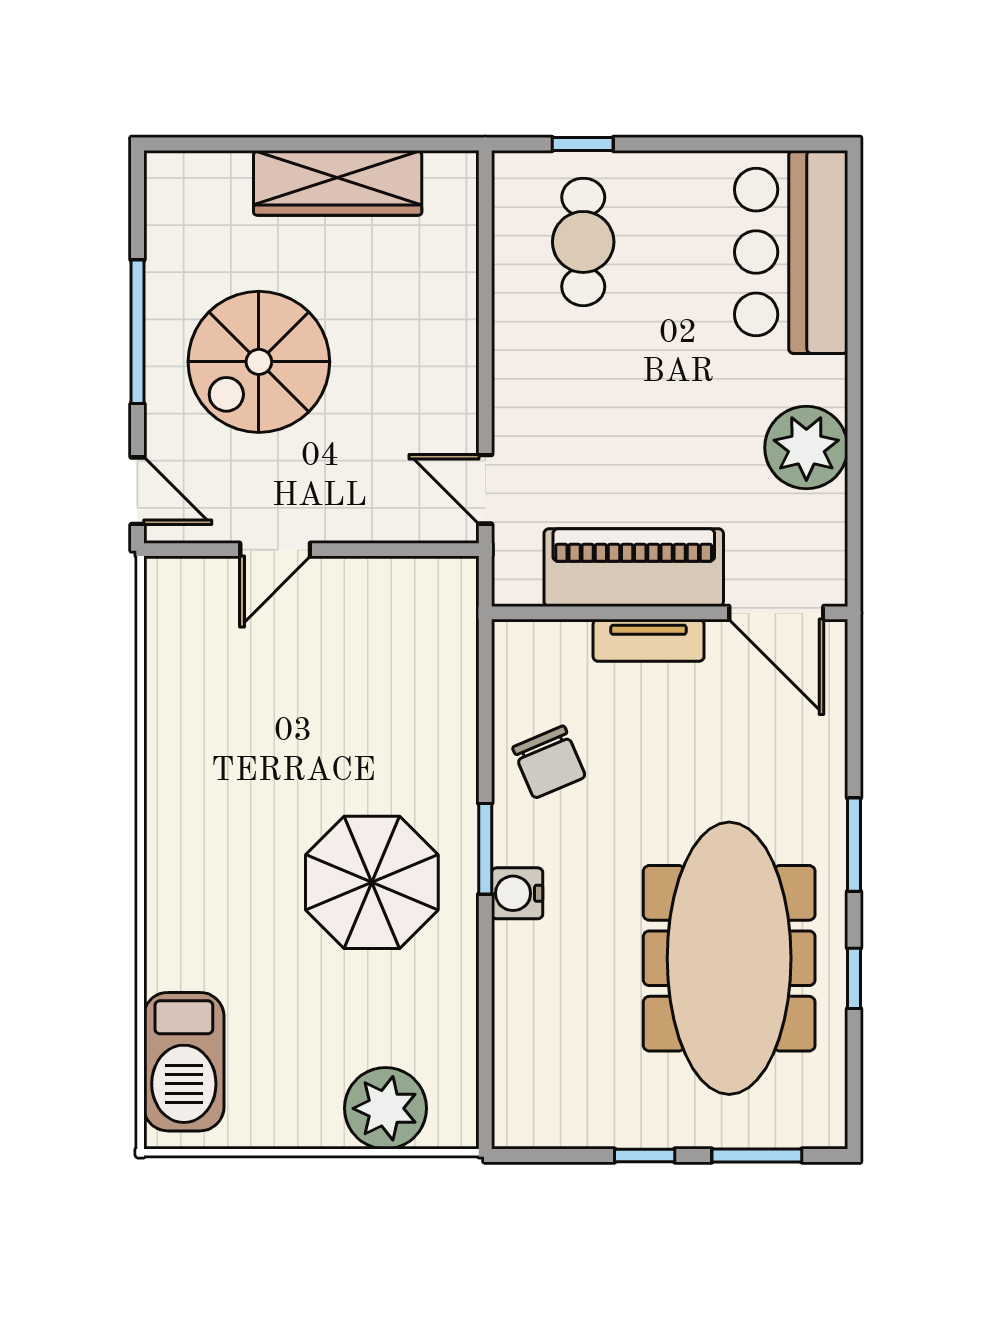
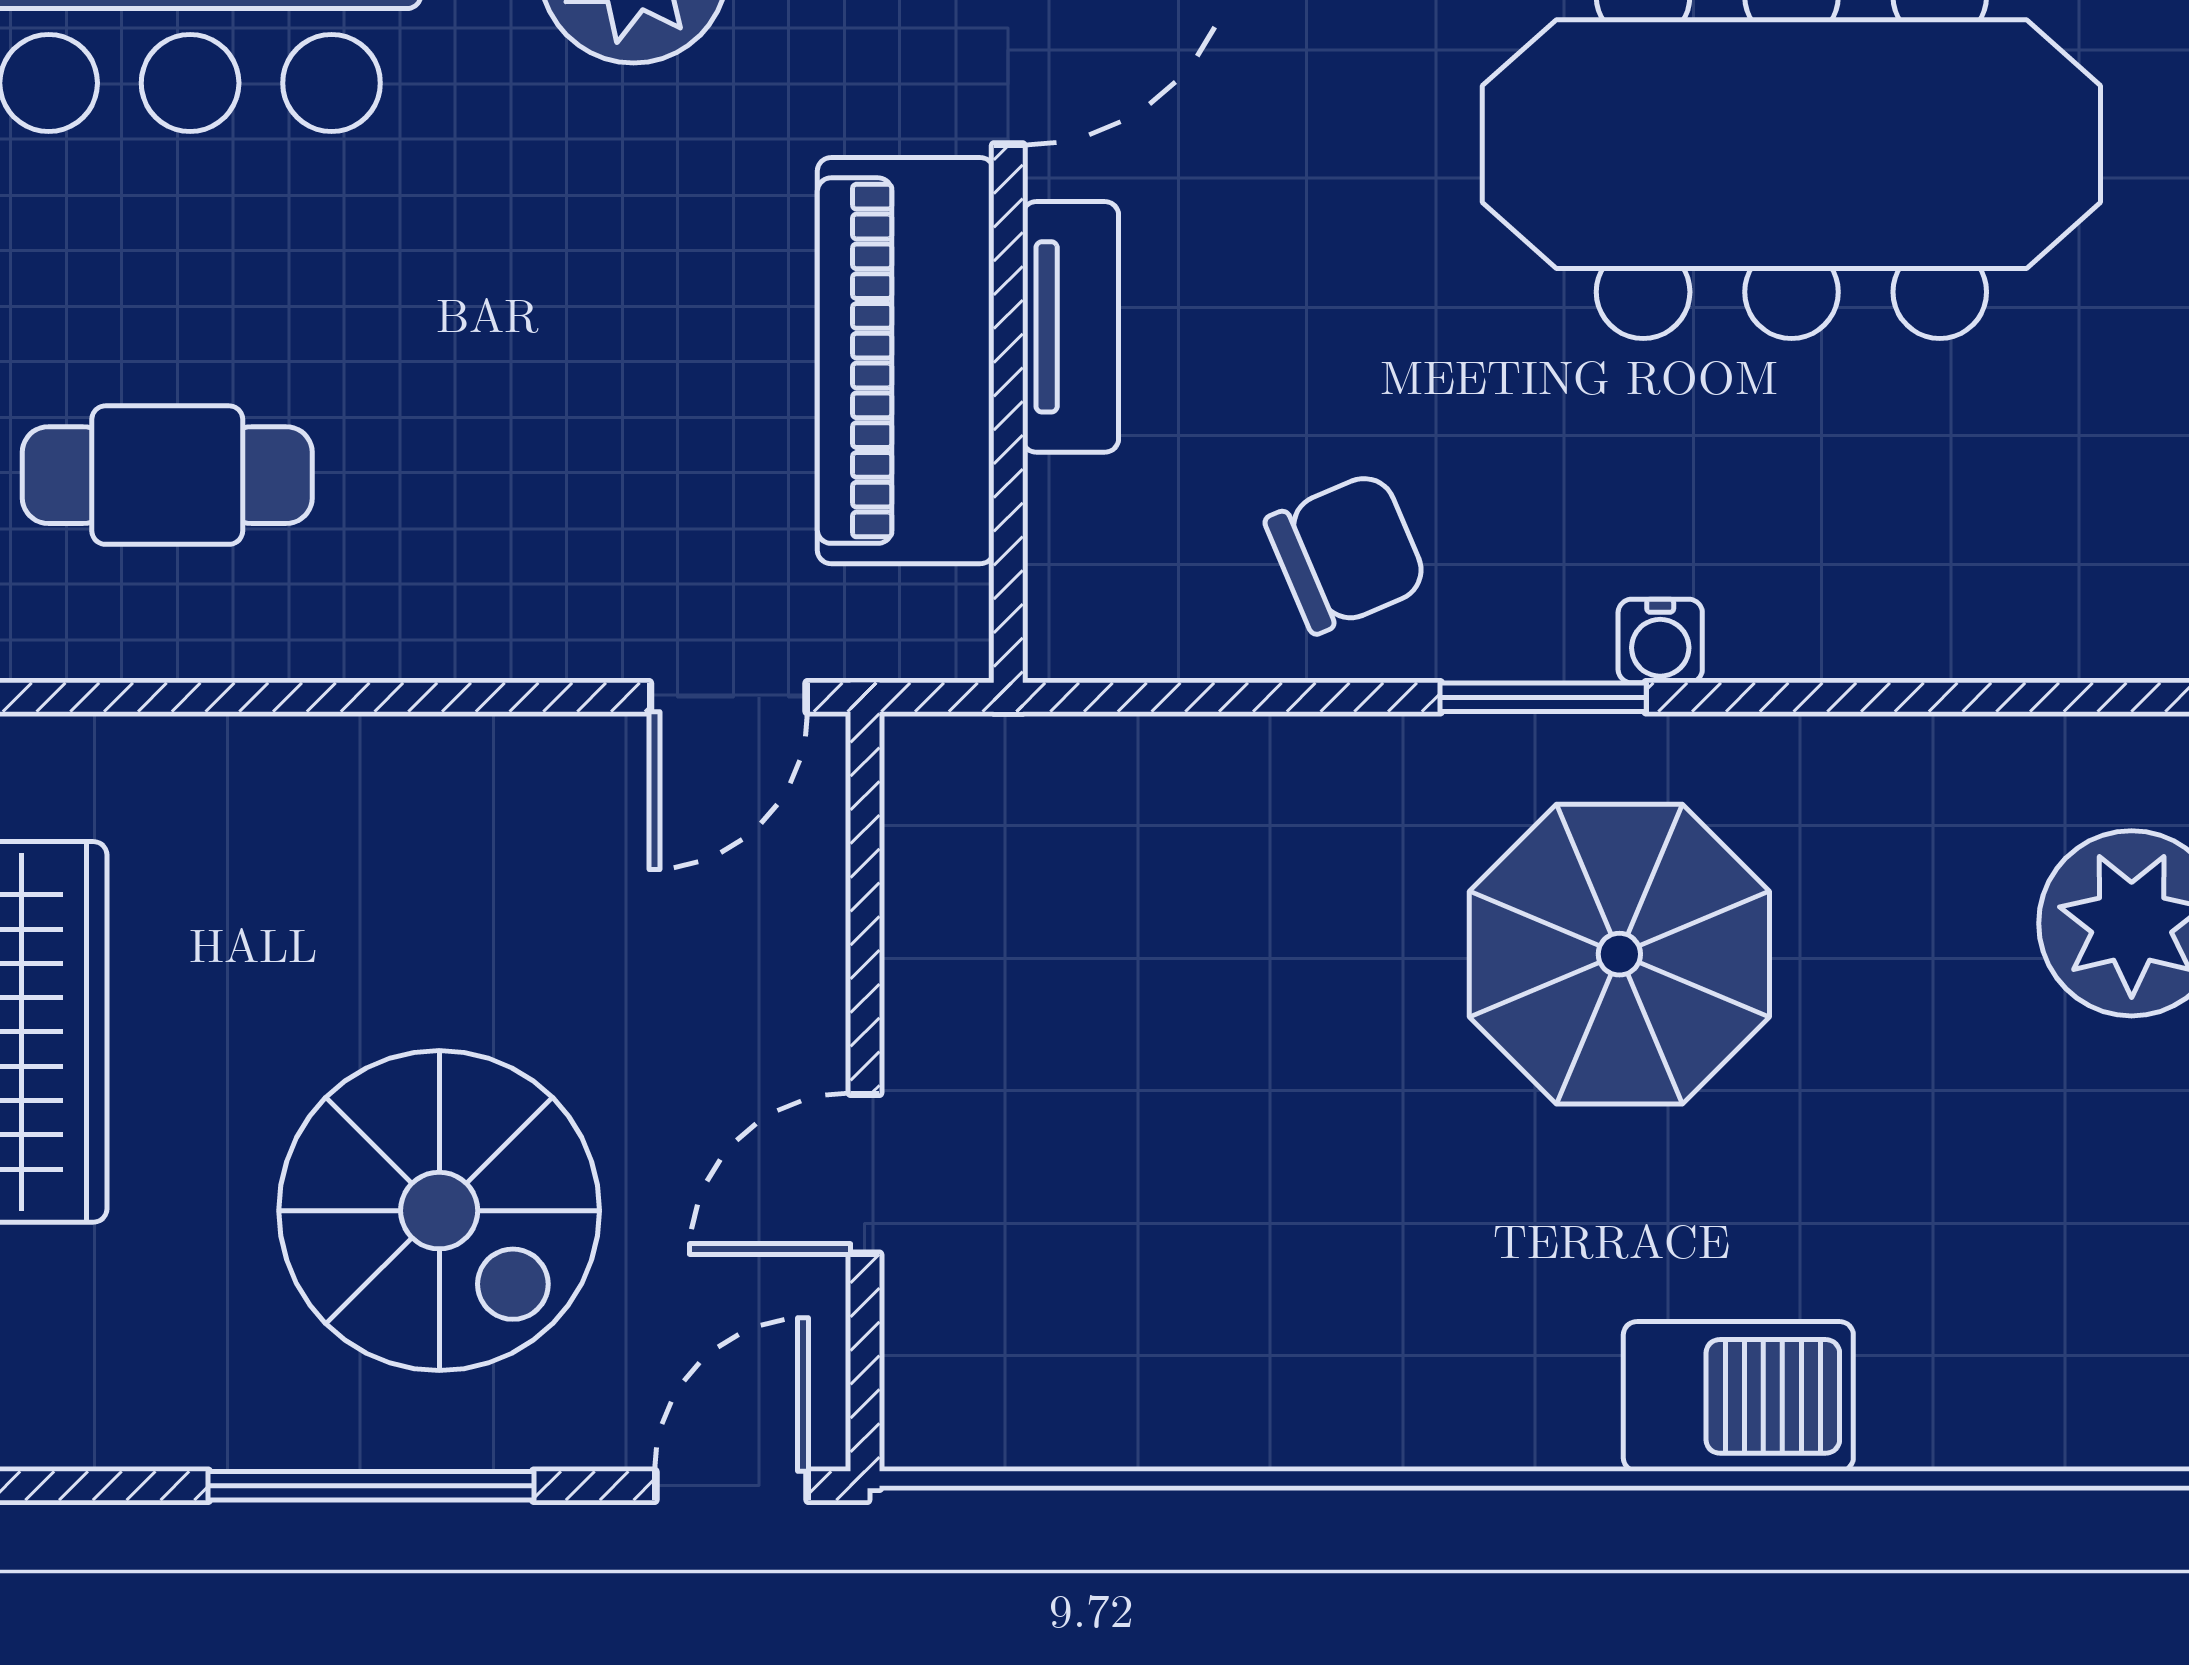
door: (275, 550) -> (865, 1174), swing flipped
water cooler: (517, 893) -> (1660, 641), width x0.72, depth x0.72
barbecue: (184, 1062) -> (1738, 1396), moved, width x0.73, depth x0.83

